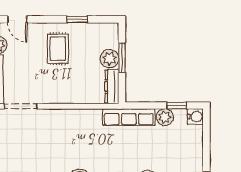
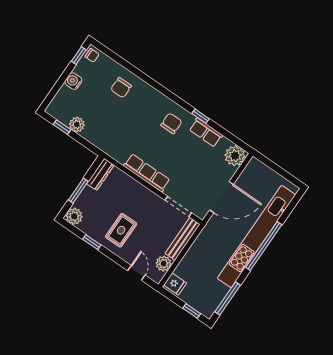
plant: (109, 59) -> (74, 216), moved
row of seats: (129, 117) -> (147, 173), moved
water cooler: (195, 117) -> (73, 81), moved

